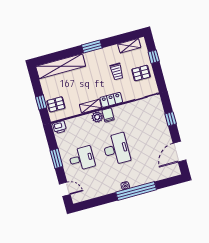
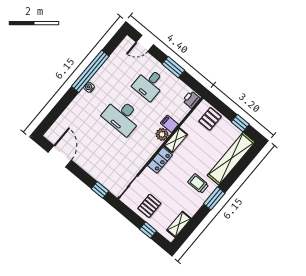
trolley: (117, 71) -> (198, 183), moved
window: (41, 102) -> (240, 123), moved
filing cabinet: (108, 115) -> (169, 124), moved
window: (171, 119) -> (100, 190), moved
window: (136, 191) -> (90, 71), moved

